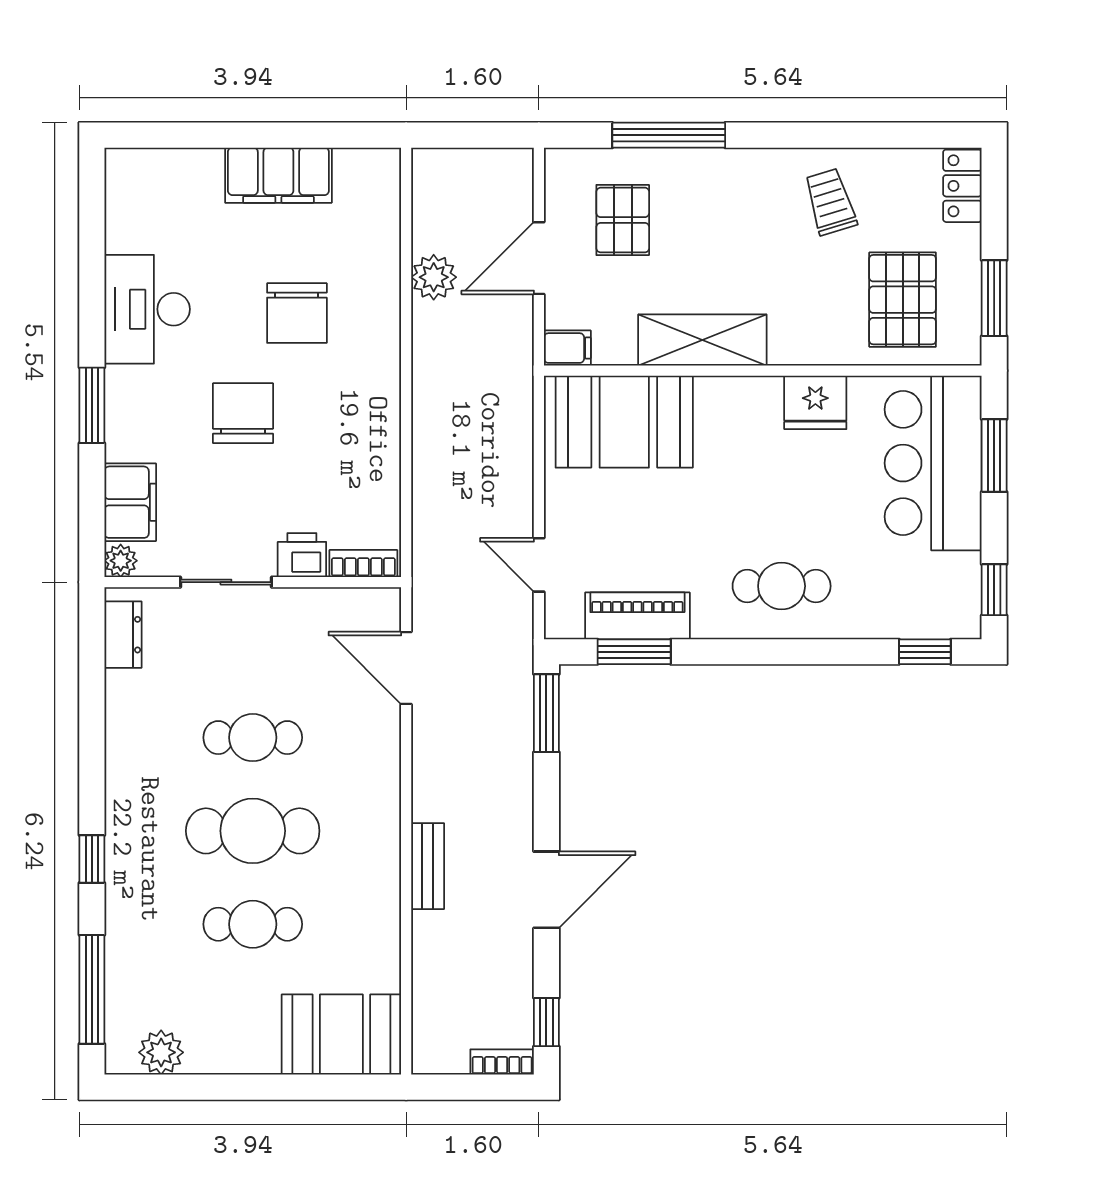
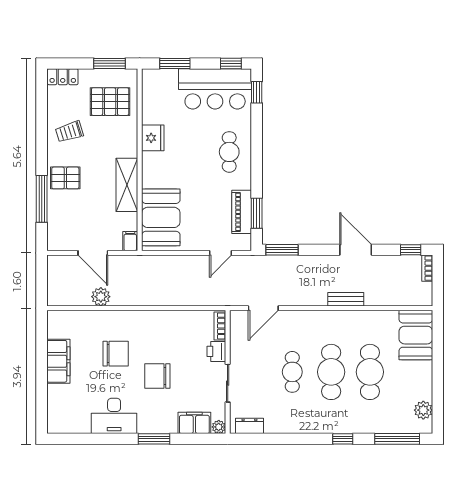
pallet: (623, 220) -> (65, 178), moved
bar counter: (933, 463) -> (215, 89), moved
cafe table: (253, 924) -> (370, 372), width x1.37, depth x1.35

